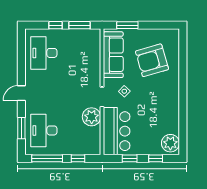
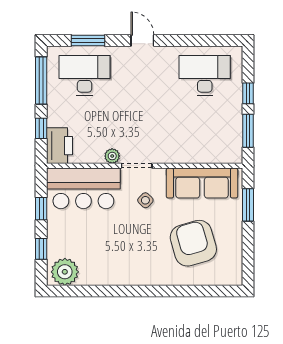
plant: (92, 117) -> (112, 156), width x0.53, depth x0.53
printer: (89, 147) -> (60, 146), added

